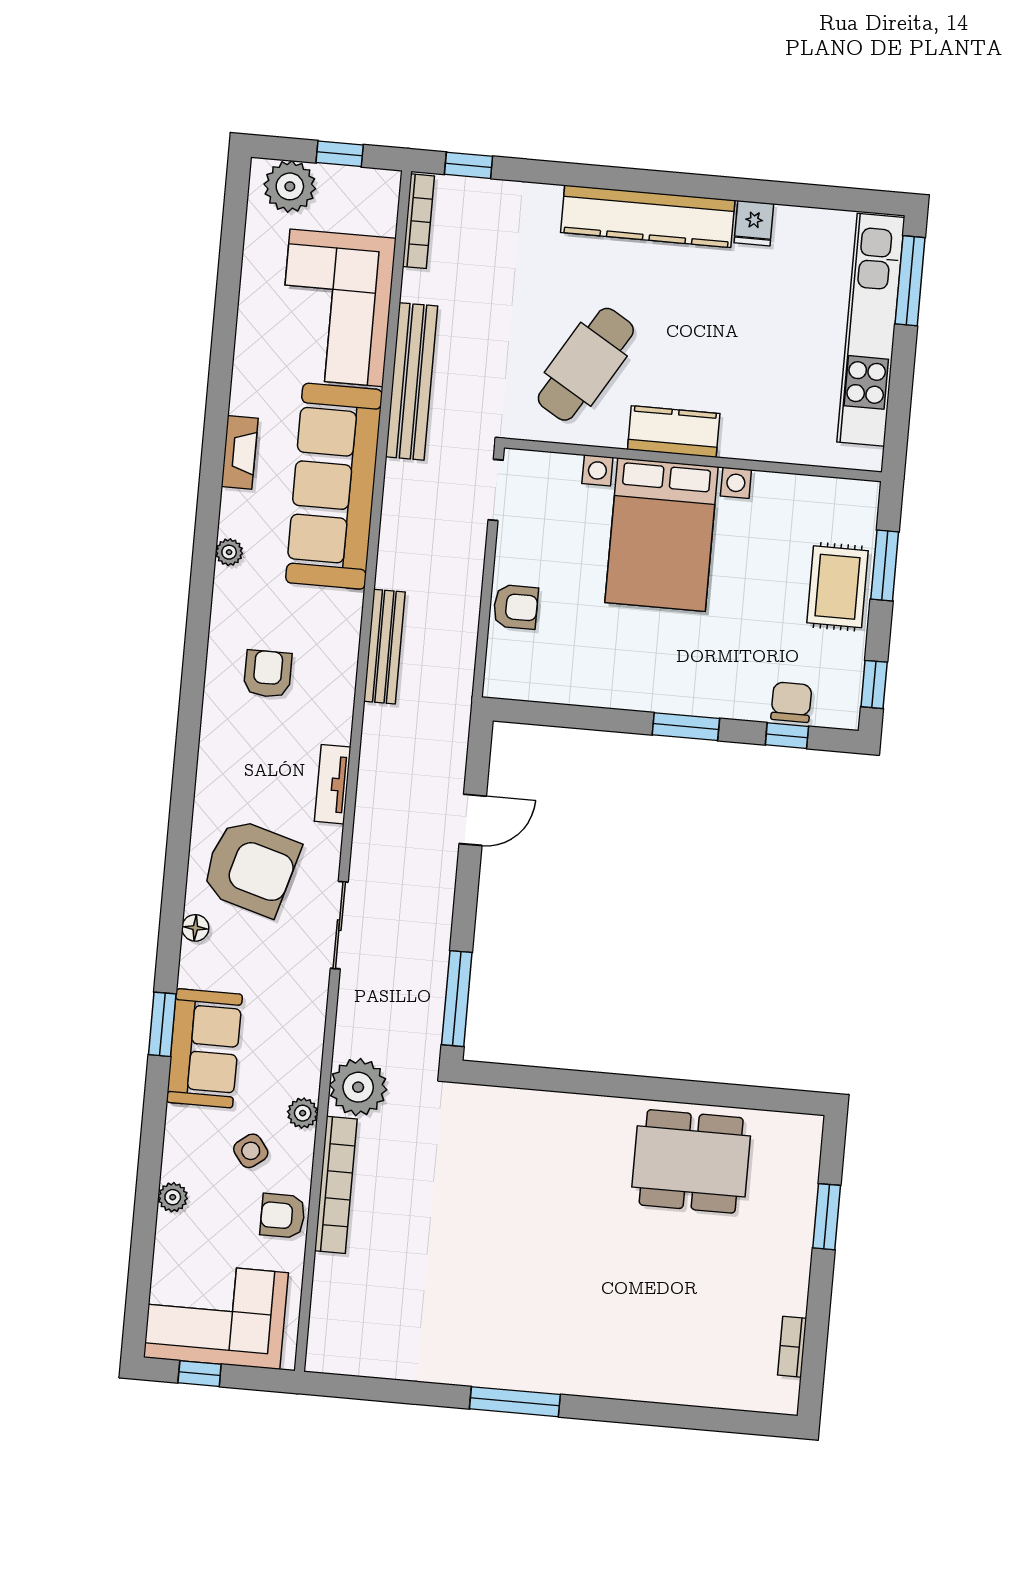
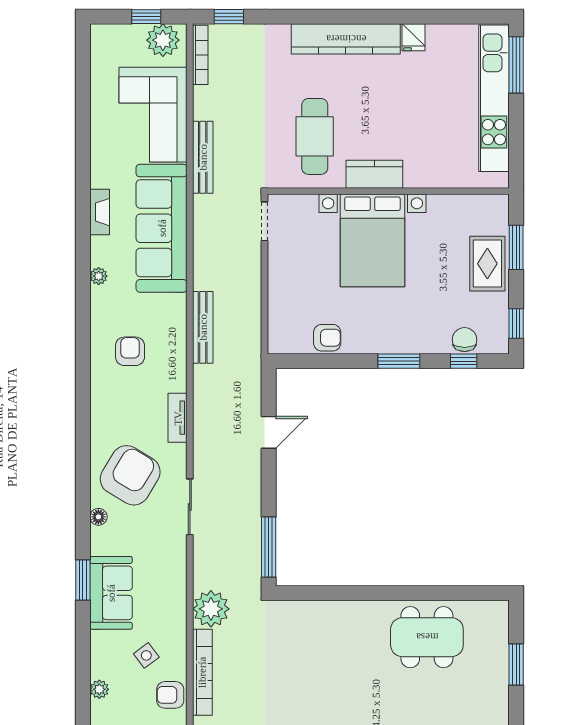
plant: (290, 186) -> (163, 40), moved
cafe table: (586, 364) -> (315, 136), turned -31
bench: (412, 381) -> (203, 157), width x0.73, depth x0.82
armchair: (516, 607) -> (327, 338), moved
armchair: (251, 867) -> (130, 475), turned -75
plant: (303, 1113) -> (177, 628), removed

